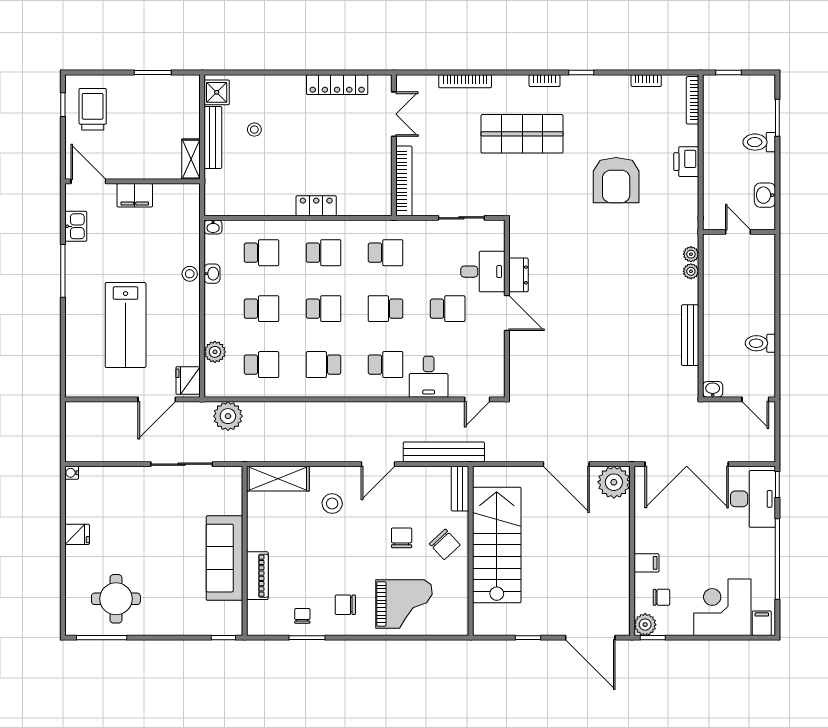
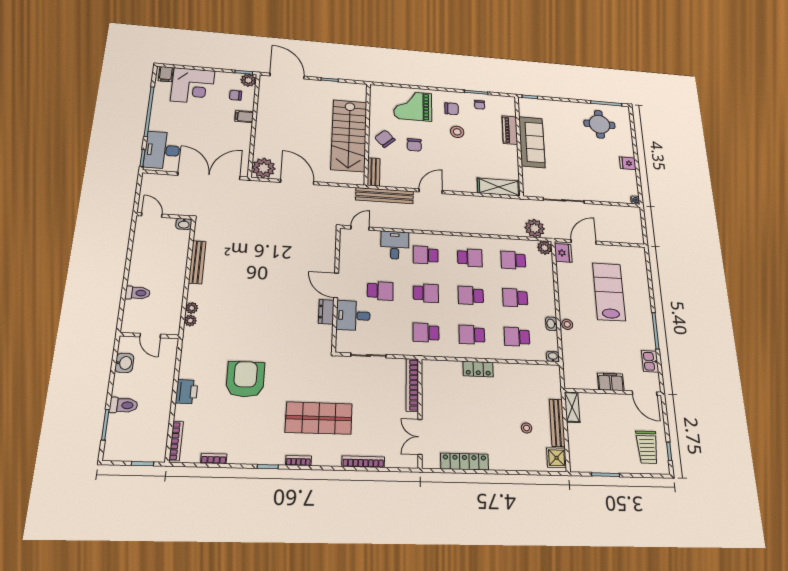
school desk: (448, 309) -> (380, 291), turned 180
toilet: (760, 343) -> (138, 293), moved
plant: (215, 352) -> (545, 248), moved
stool: (332, 504) -> (457, 132), moved

